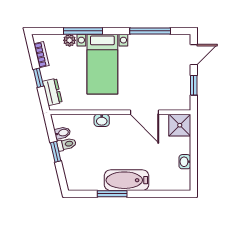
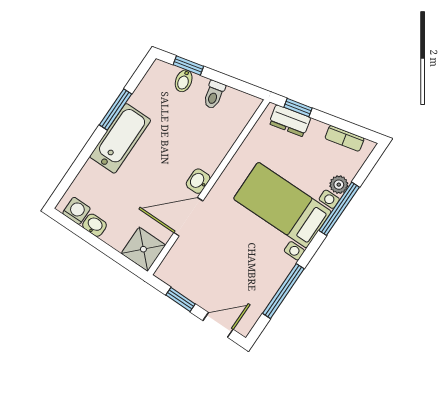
door: (194, 55) -> (218, 325), swing flipped
window: (38, 78) -> (298, 108), moved
washbasin: (102, 120) -> (198, 181), moved
bidet: (62, 133) -> (184, 81), moved
window: (56, 152) -> (188, 66), moved
washing machine: (184, 177) -> (76, 211), added

